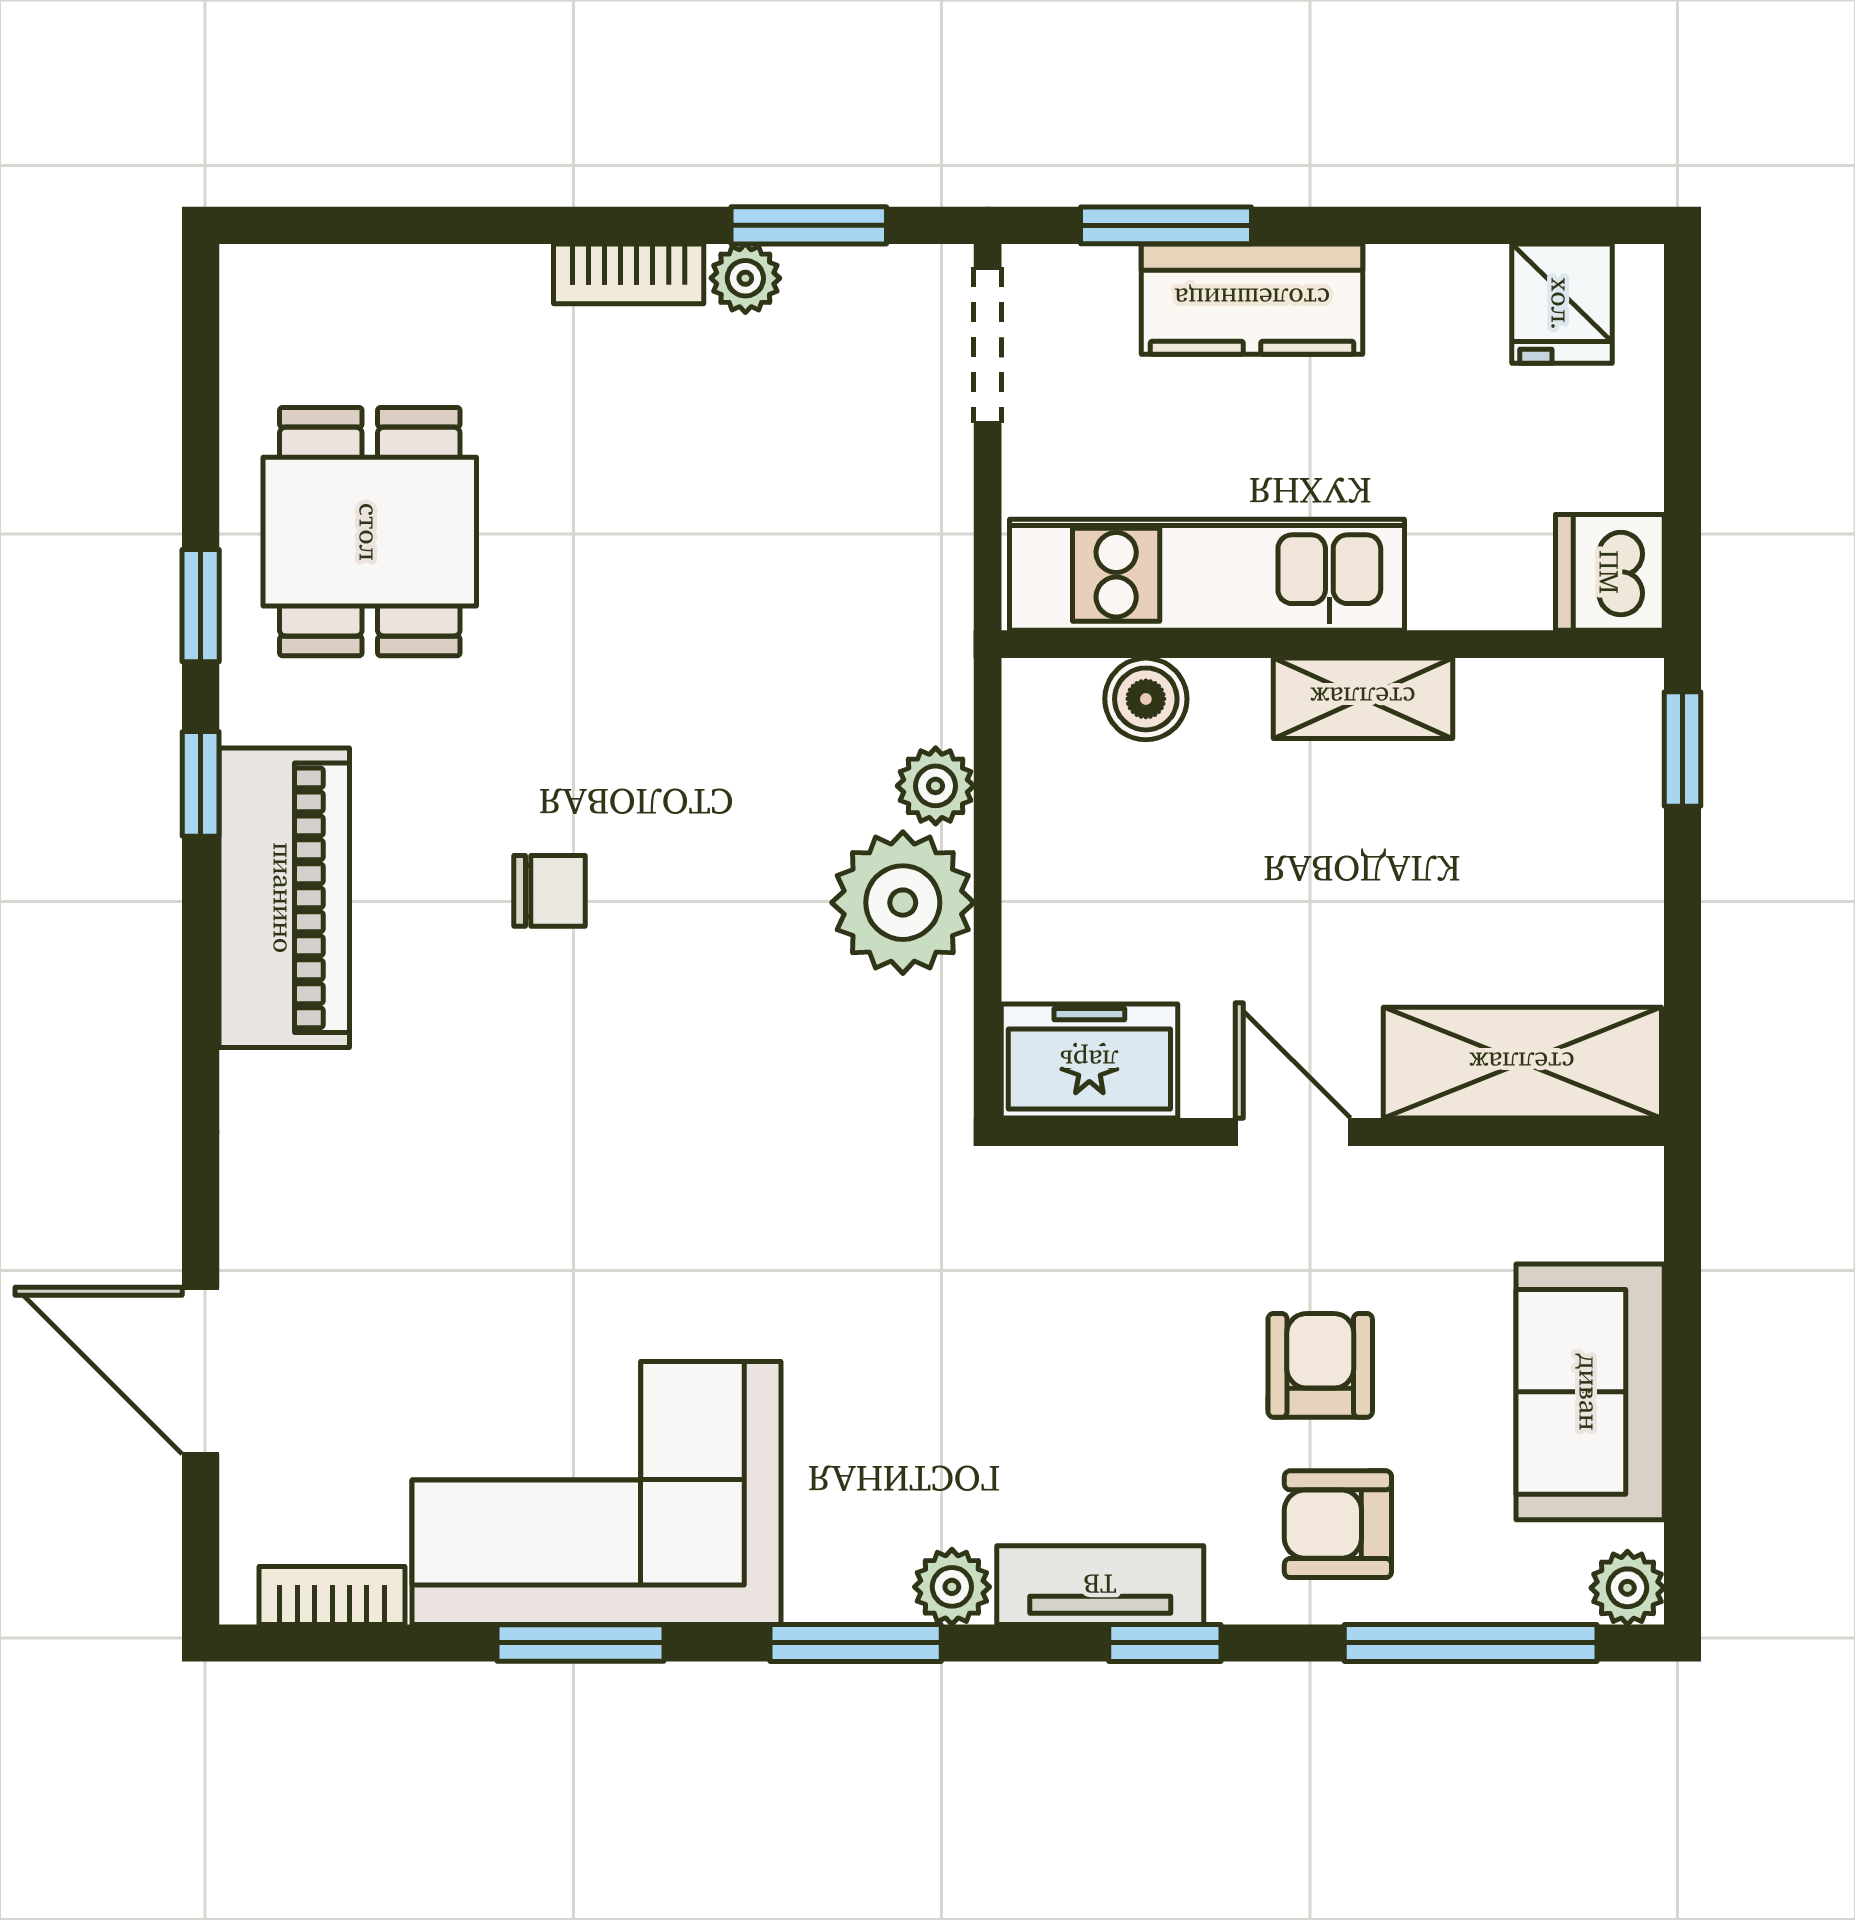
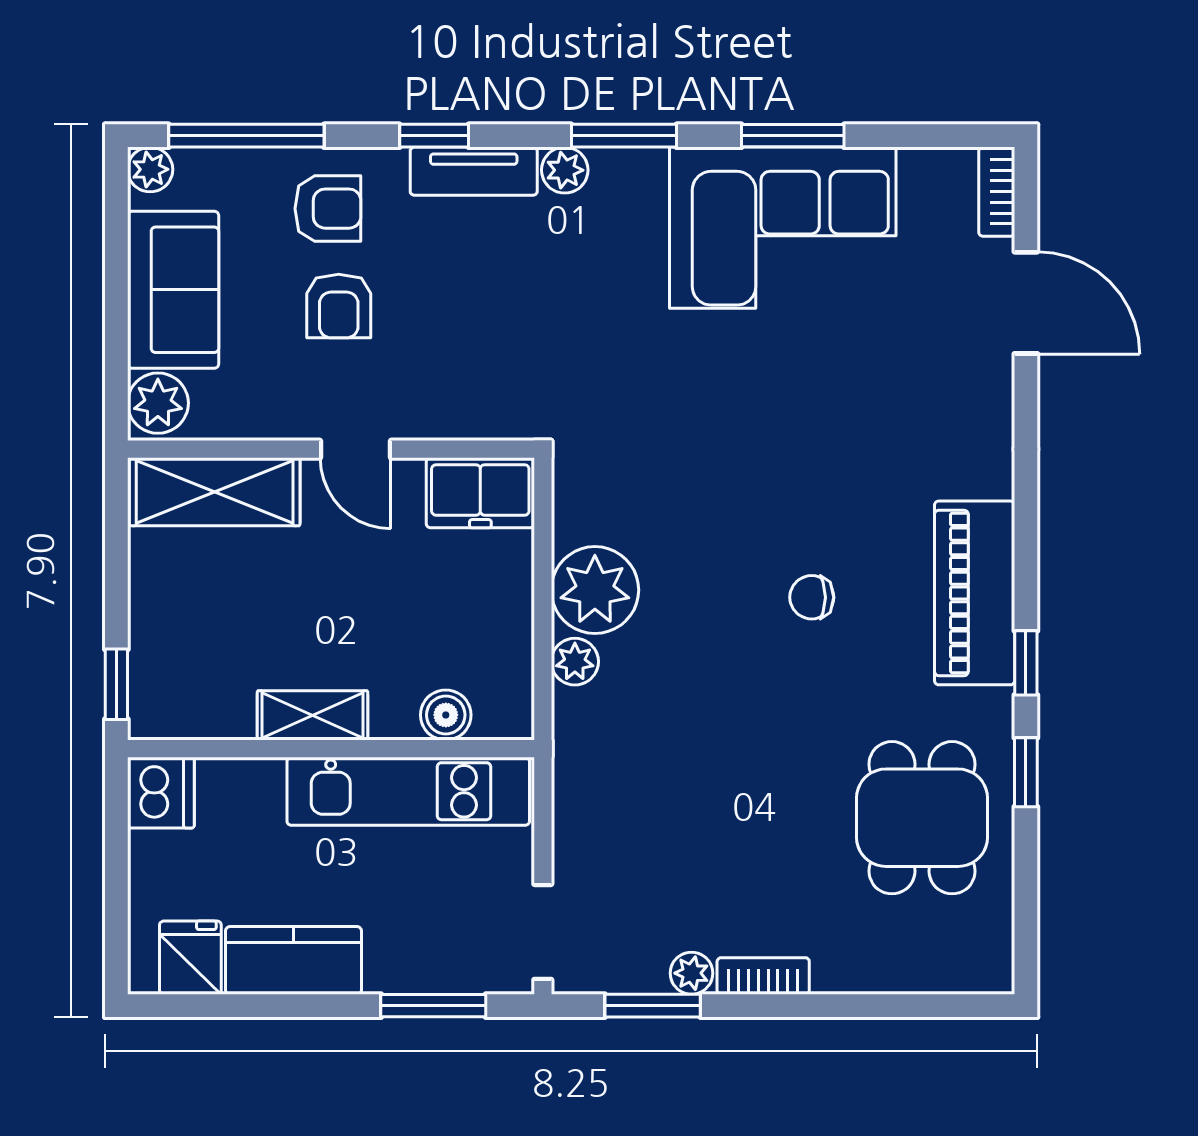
kitchen counter: (1252, 299) -> (294, 960), moved
plant: (1615, 1207) -> (158, 403), added
bookcase: (332, 1595) -> (997, 192), moved, turned 90

